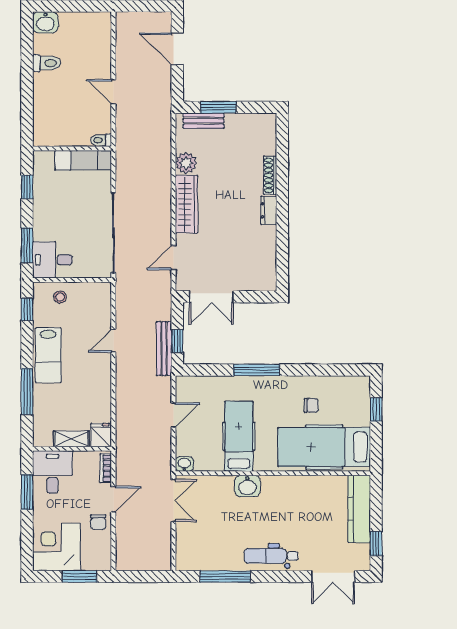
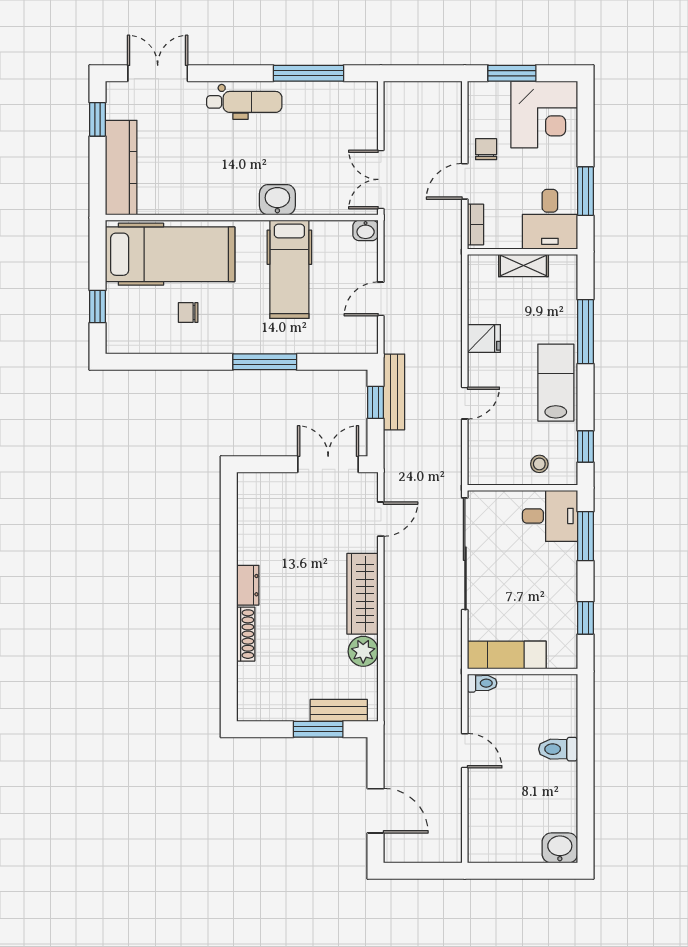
toilet: (47, 63) -> (558, 749), moved
fridge: (101, 435) -> (484, 339), moved, turned -90

